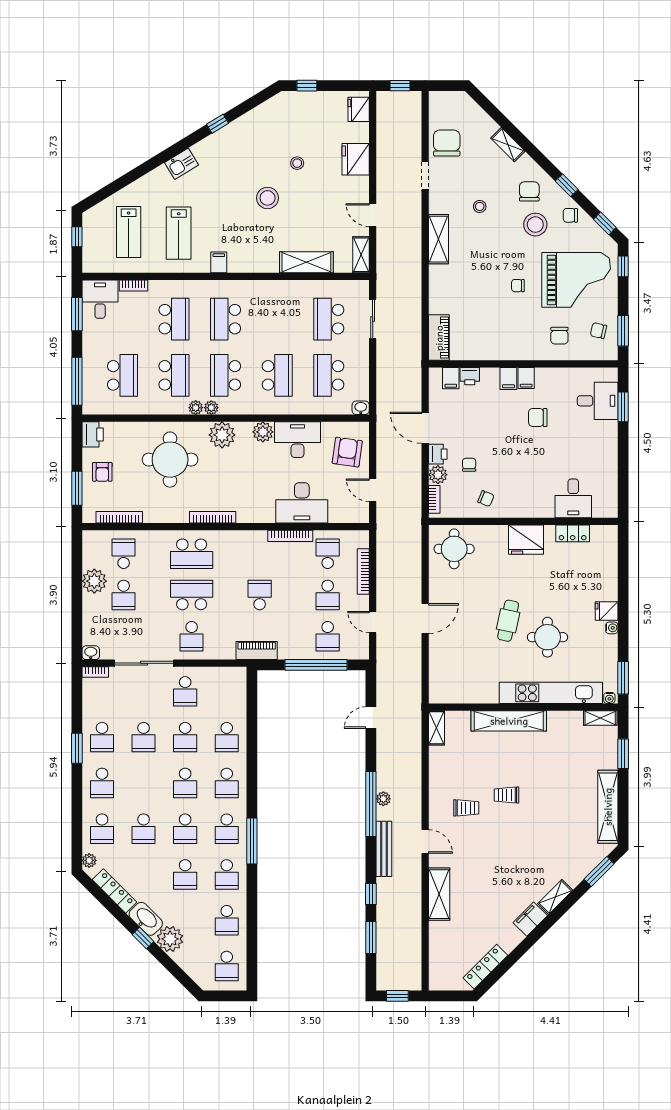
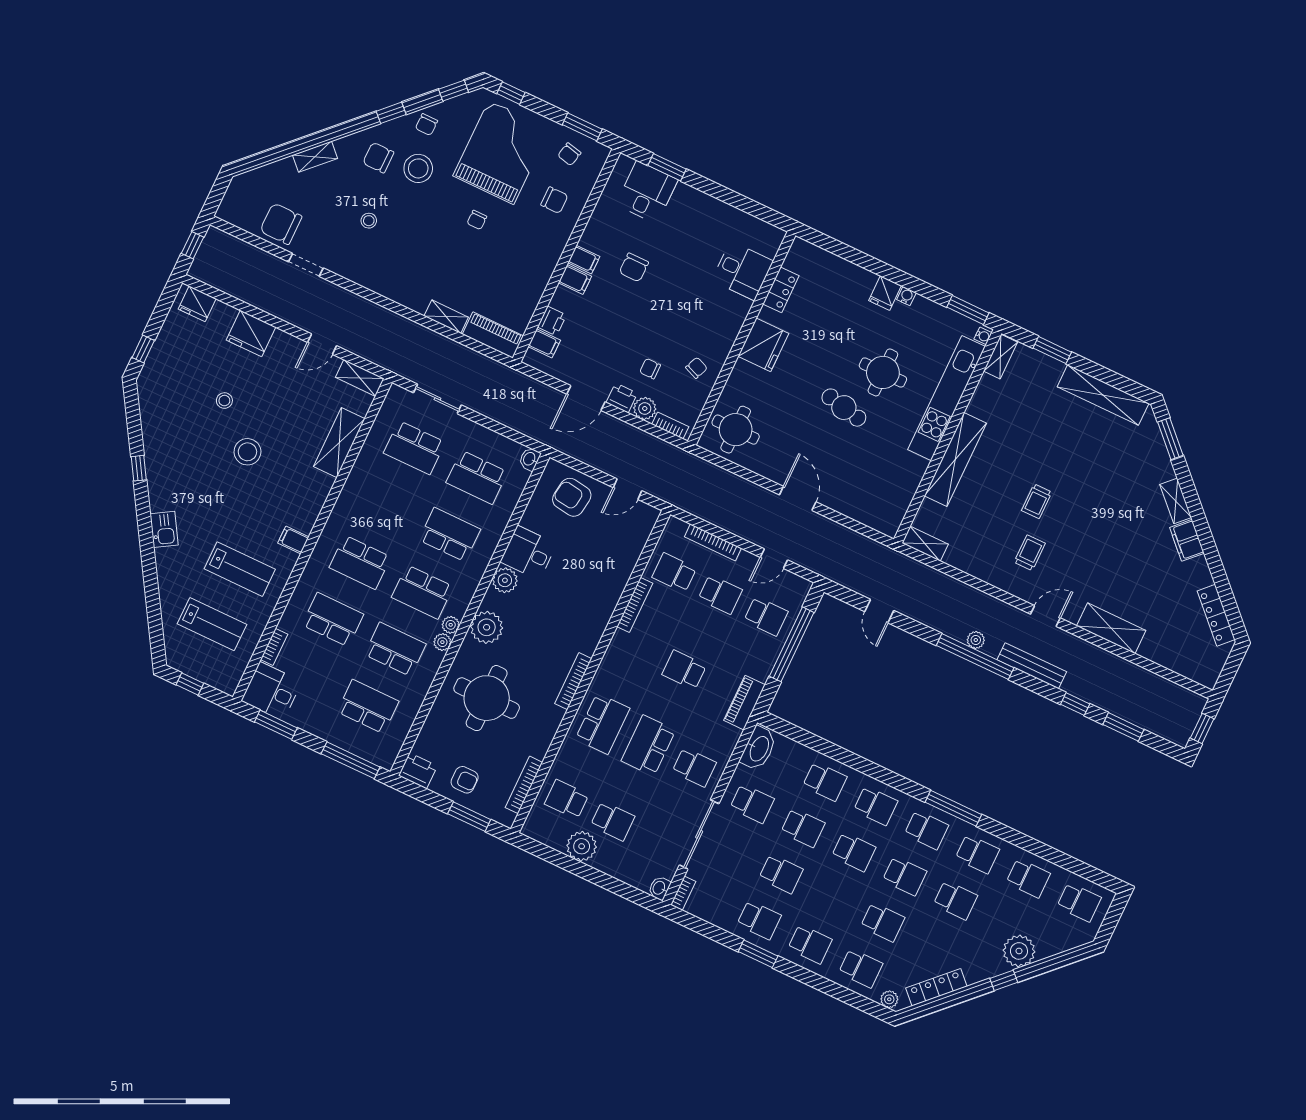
shelving: (439, 239) -> (446, 317), moved, width x0.67, depth x0.75
desk: (298, 440) -> (528, 553), width x0.73
desk: (302, 503) -> (604, 575), removed
washbasin: (146, 919) -> (759, 748), moved, turned 135

